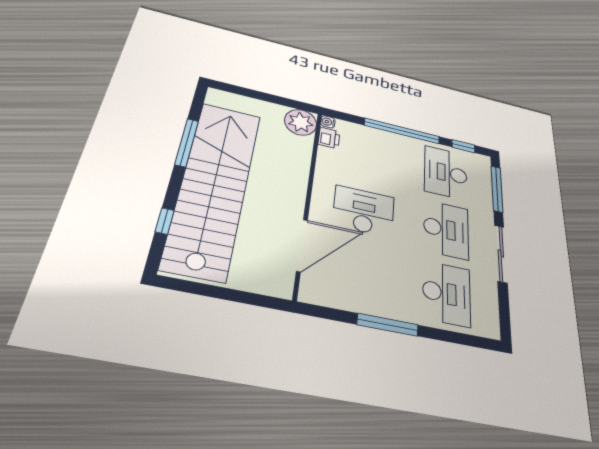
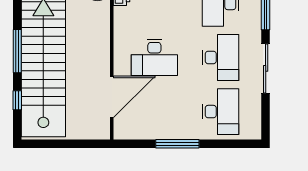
window: (187, 143) -> (17, 51), moved
desk: (364, 211) -> (154, 57), turned 180

